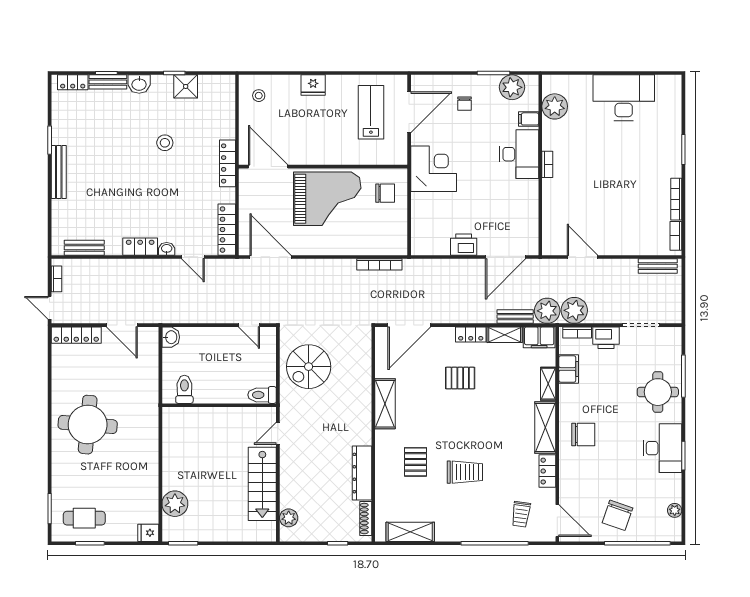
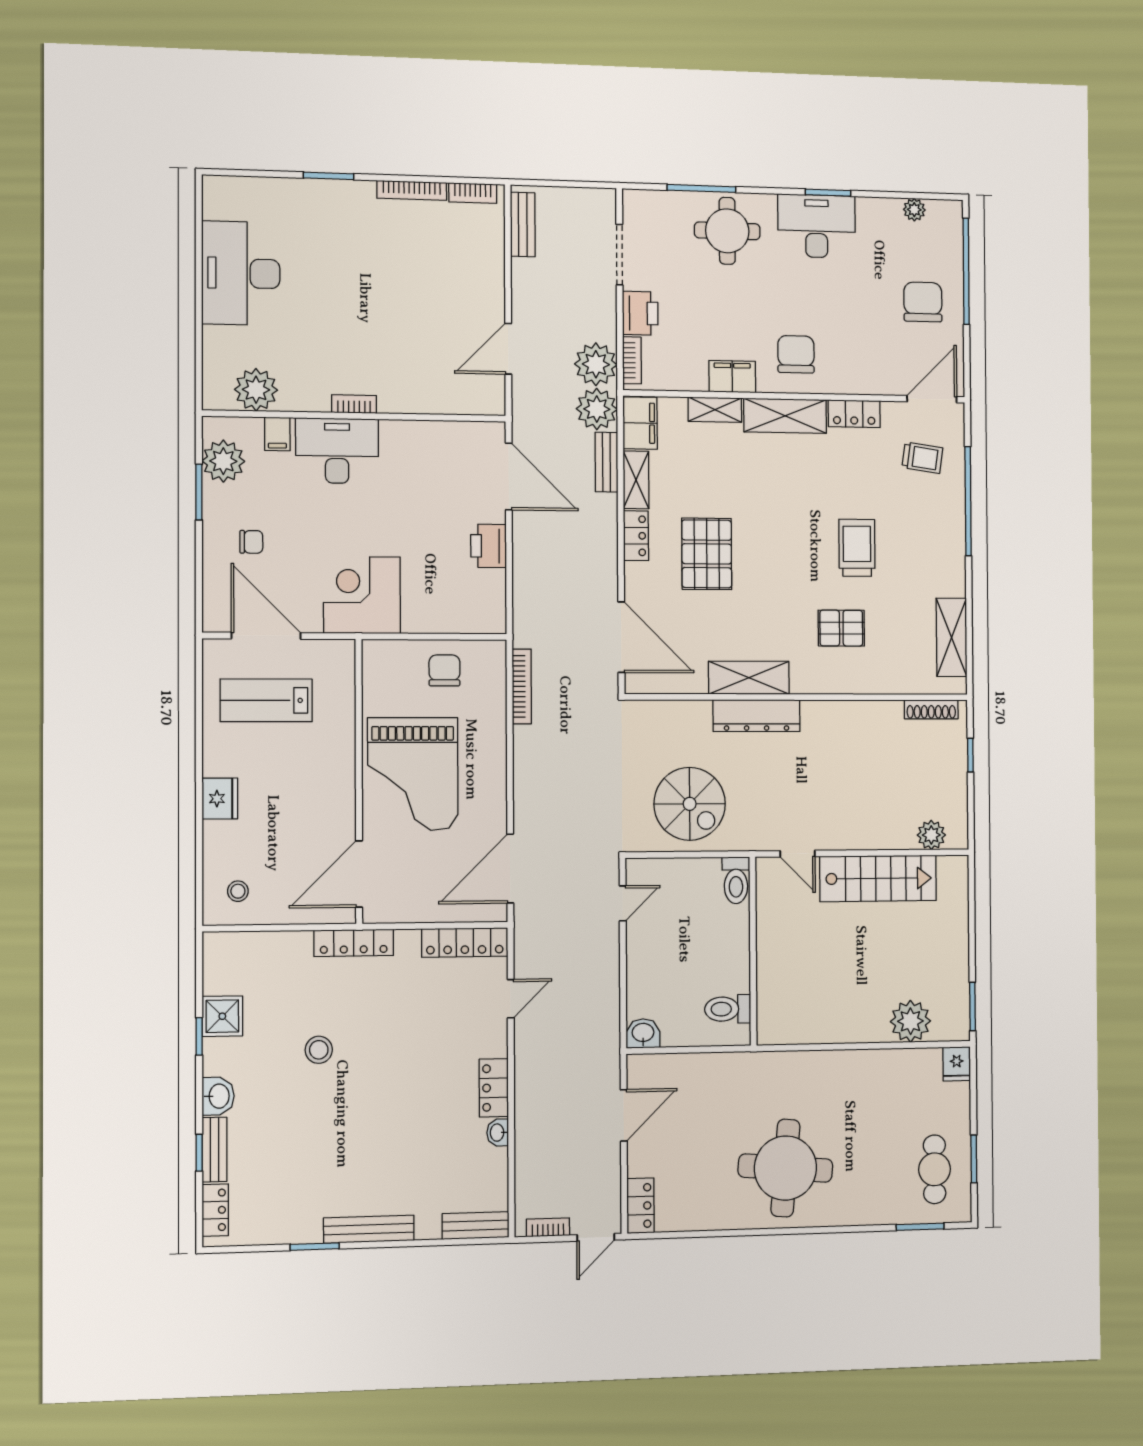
chair: (385, 193) -> (444, 670), moved
grand piano: (327, 199) -> (413, 774), turned 180
bench: (84, 248) -> (476, 1226), moved, turned 90
washbasin: (167, 249) -> (498, 1133), moved
locker: (76, 335) -> (641, 1206), width x0.66
filing cabinet: (569, 369) -> (732, 377), moved
pallet: (460, 378) -> (707, 554), width x1.50, depth x1.42
dresser: (362, 473) -> (757, 716), moved
chair: (617, 515) -> (923, 302), turned -109

